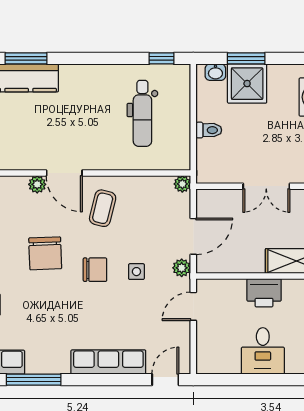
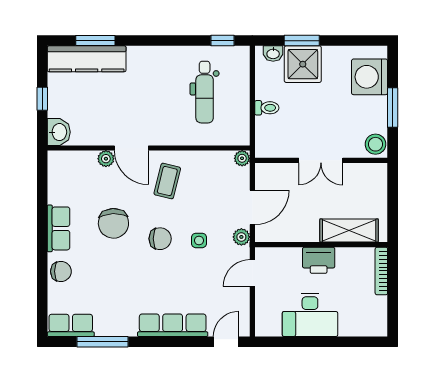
desk: (263, 351) -> (310, 315), width x1.37

